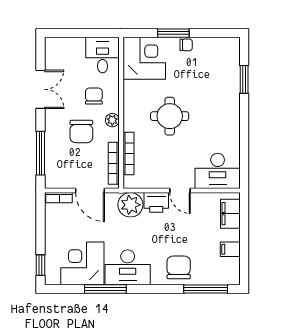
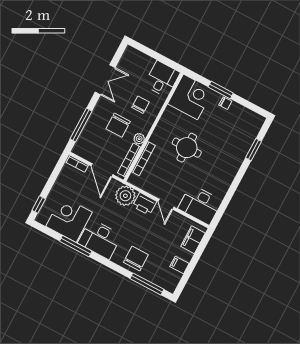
plant: (112, 120) -> (139, 139), moved

